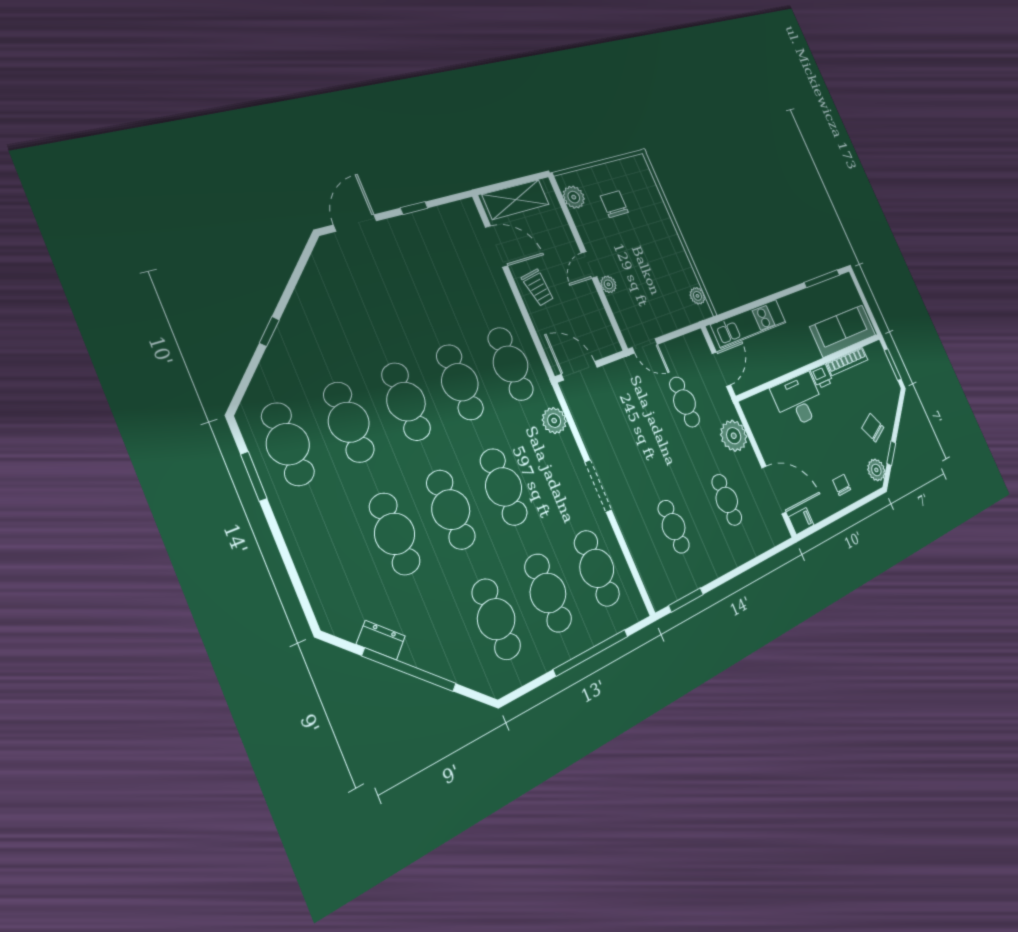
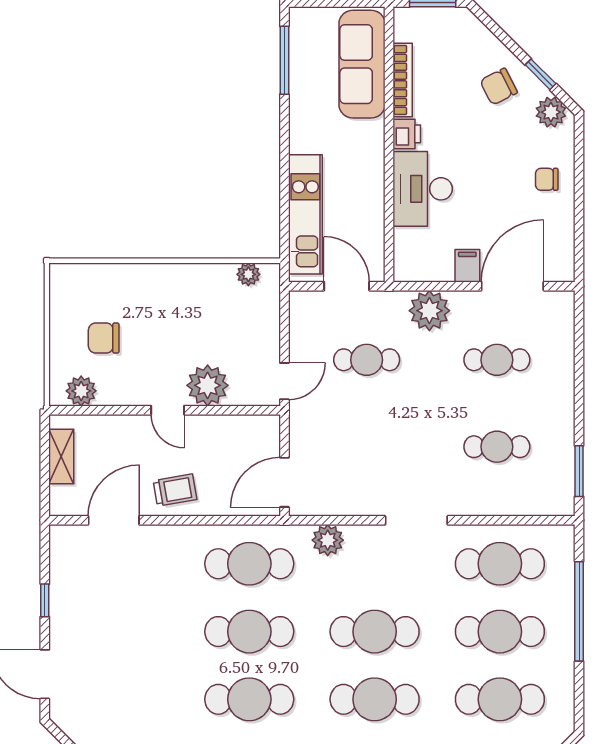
shelving: (516, 199) -> (61, 456), width x0.67, depth x0.75
plant: (608, 284) -> (208, 385), width x1.87, depth x1.87
filing cabinet: (801, 521) -> (467, 266), moved

